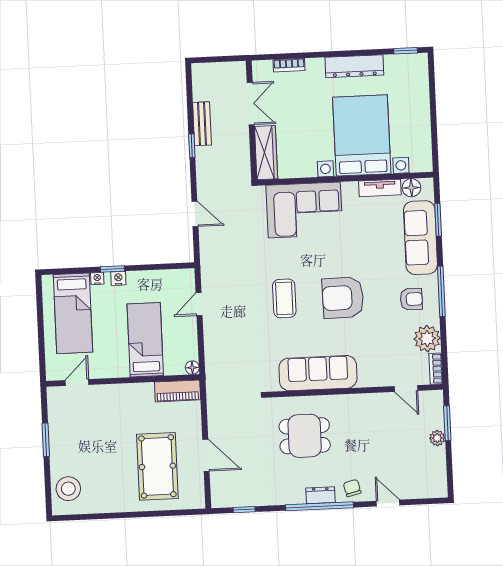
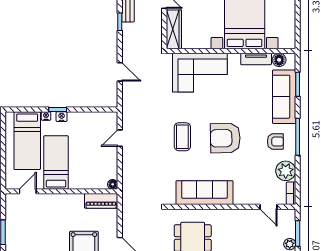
bed: (145, 340) -> (56, 162), moved

